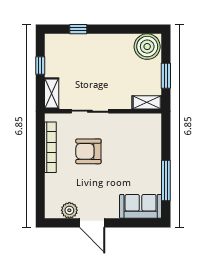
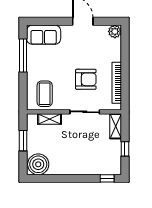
window: (78, 29) -> (107, 178), moved
shelving: (147, 102) -> (50, 119), moved
coffee table: (139, 133) -> (45, 94), added
plant: (69, 210) -> (115, 31), moved

